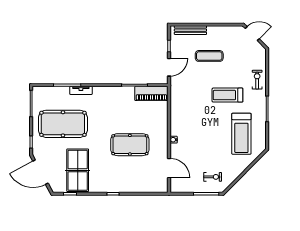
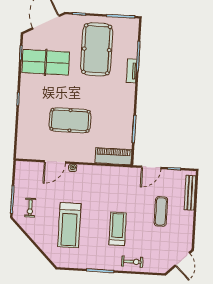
door: (169, 67) -> (151, 167), hinge flipped
piano: (151, 93) -> (113, 156), moved, turned 90
treadmill: (241, 134) -> (69, 225), moved, turned -90
pool table: (130, 145) -> (70, 120), turned 90
door: (169, 168) -> (55, 162), moved

